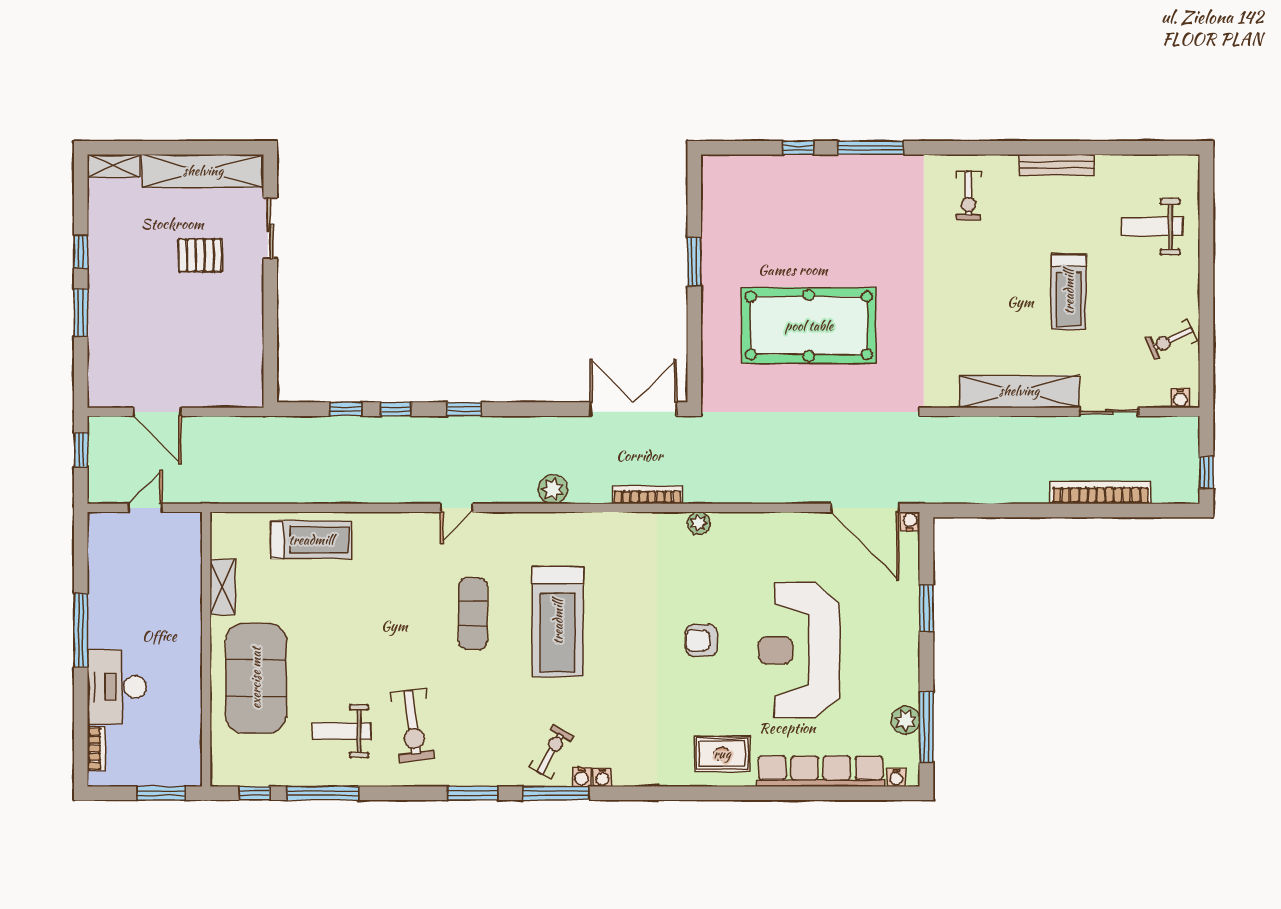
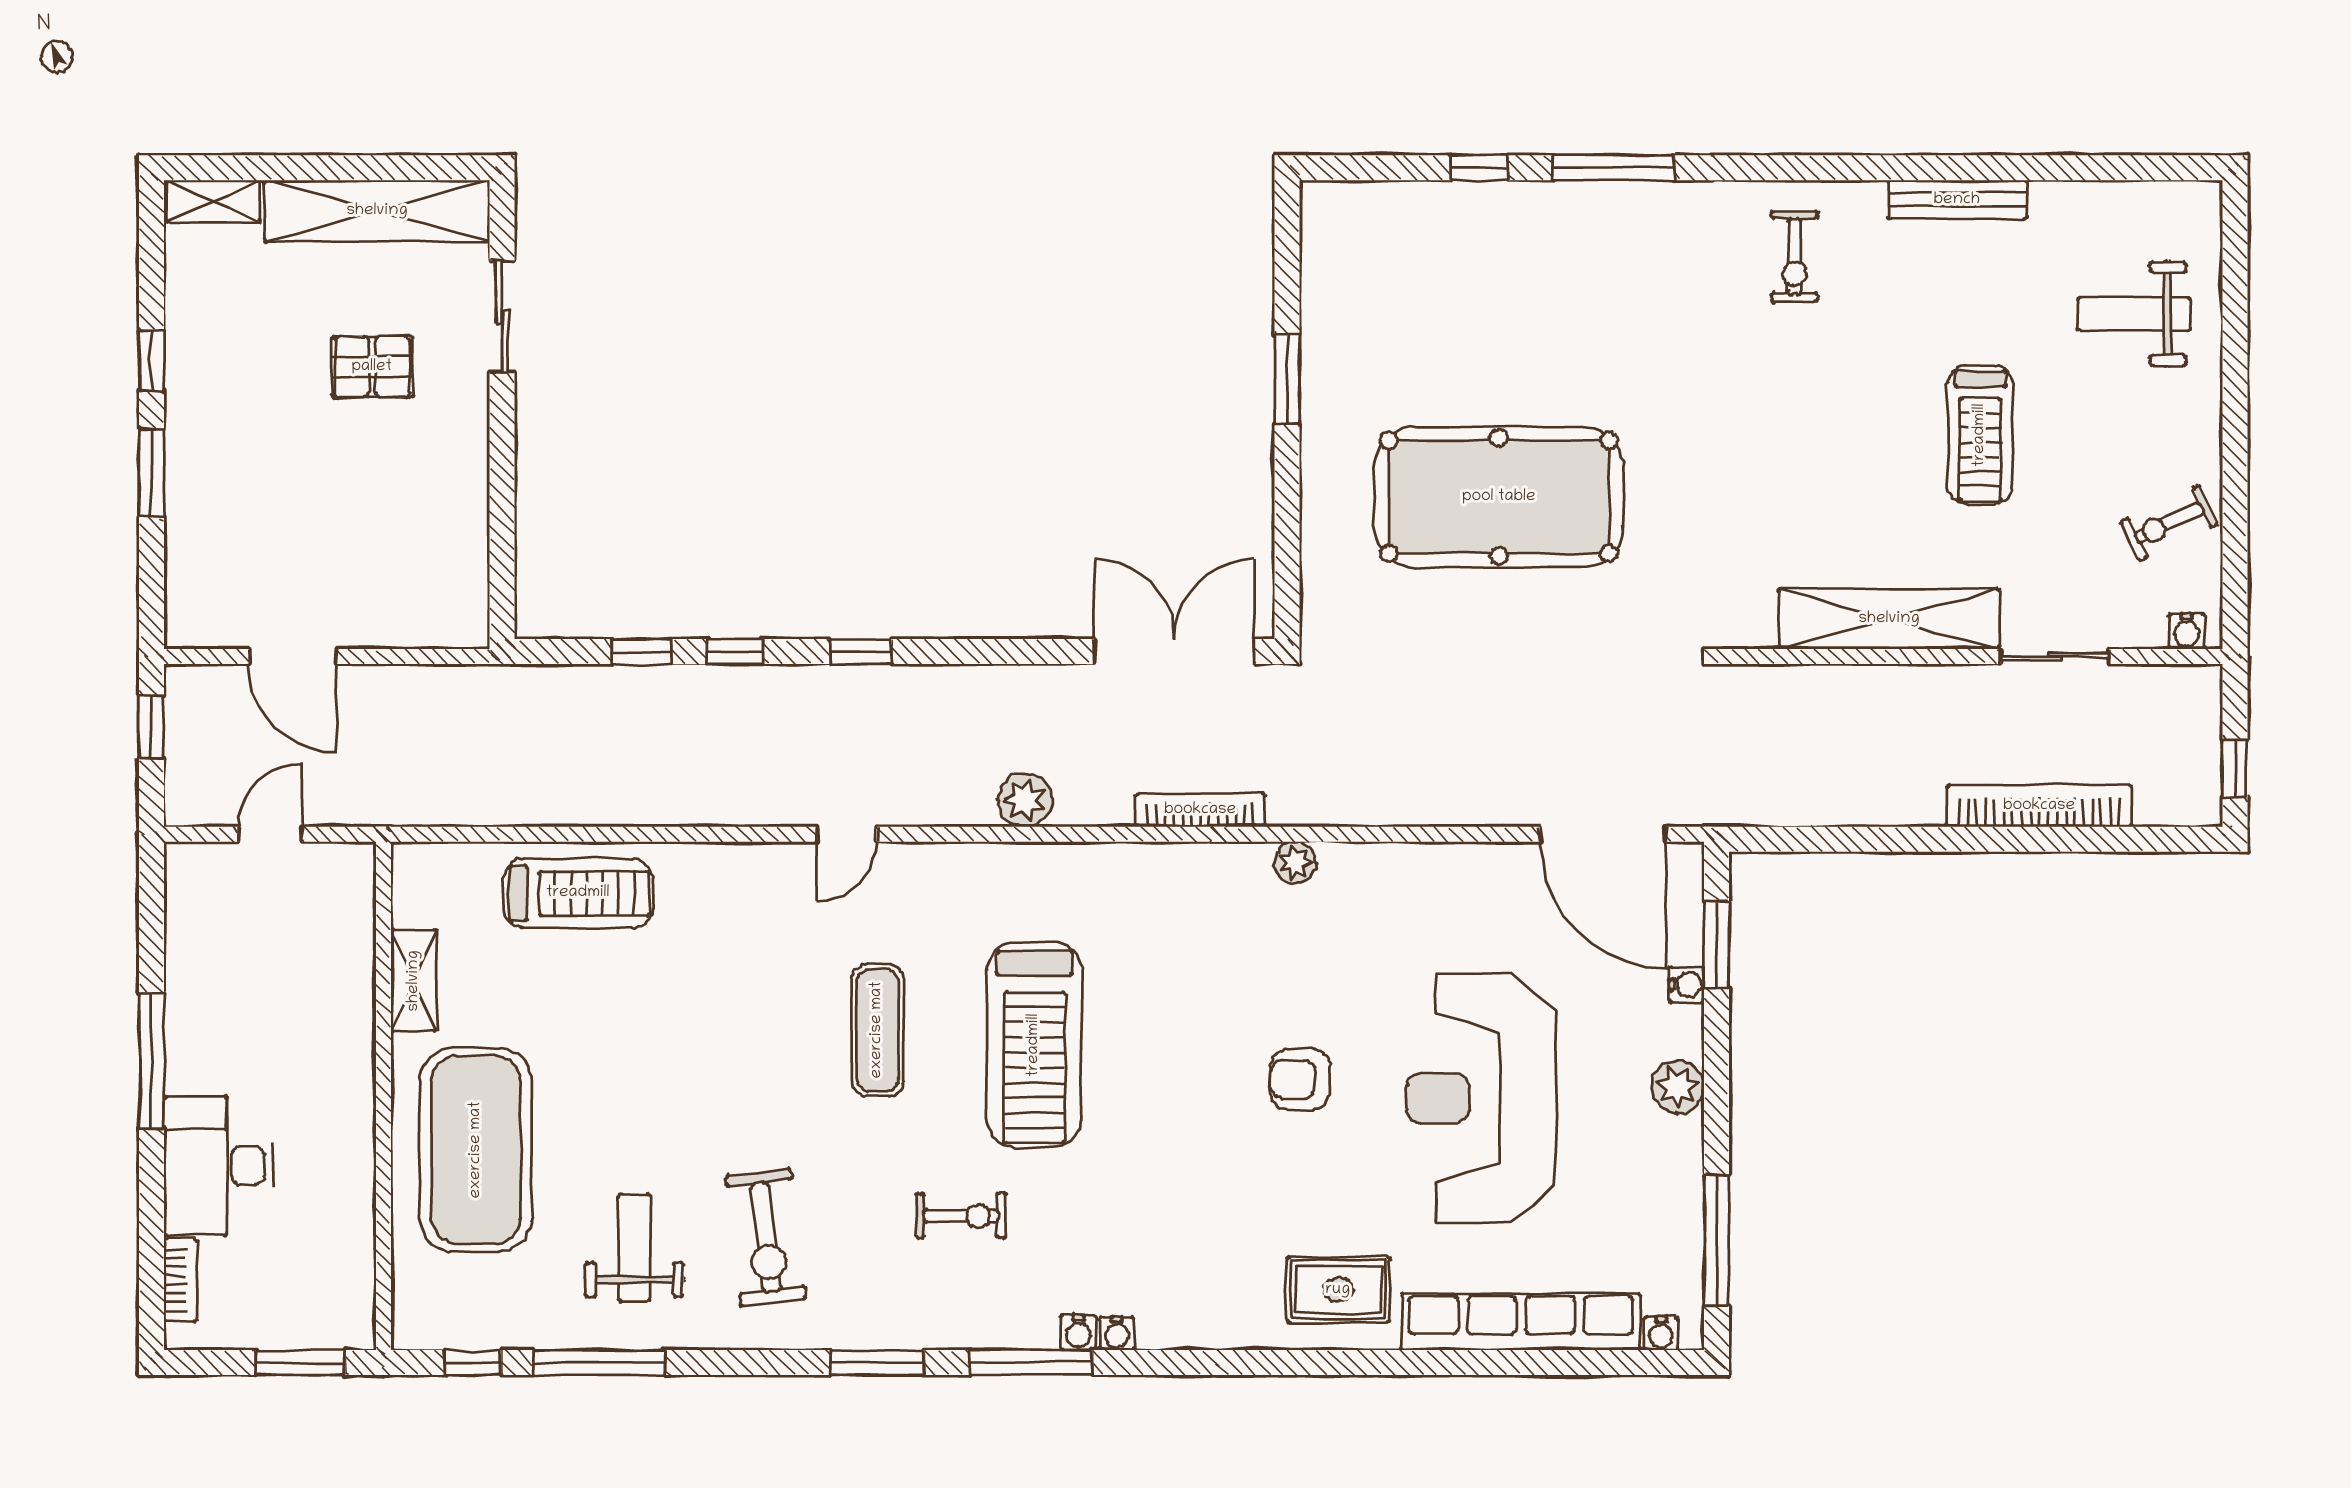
water cooler: (910, 521) -> (1686, 985), moved, turned 90
window: (926, 608) -> (1717, 945), moved
plant: (905, 720) -> (1678, 1087), moved
weight bench: (342, 731) -> (634, 1248), turned 90
exercise bike: (552, 752) -> (961, 1216), moved, turned 61

